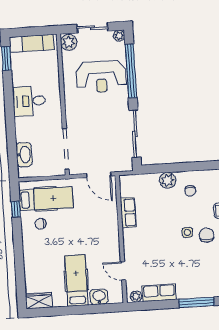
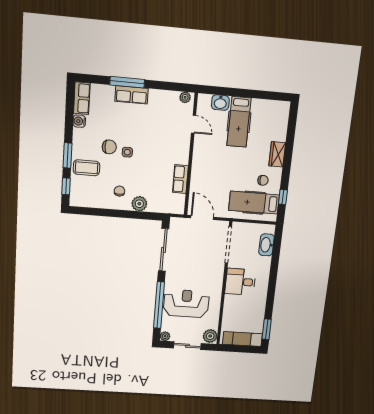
desk: (29, 101) -> (240, 282), moved, turned 180
chair: (206, 235) -> (109, 147), turned -90
row of seats: (159, 293) -> (132, 95), moved
wardrobe: (39, 301) -> (277, 154), moved, turned 90

